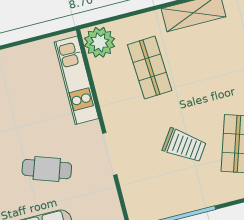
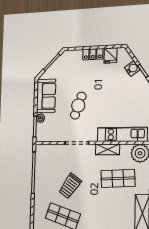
shelving: (107, 98) -> (108, 149), added

